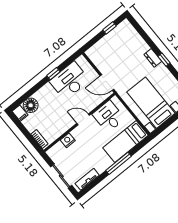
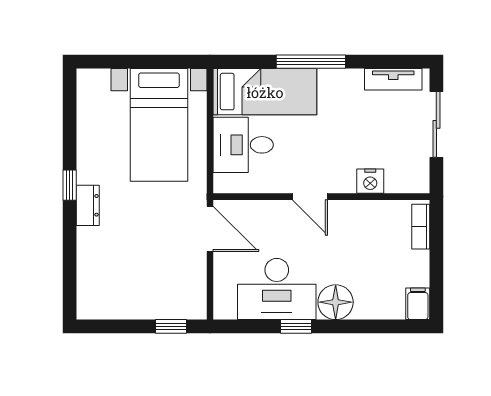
window: (109, 28) -> (171, 326), moved
floor lamp: (31, 105) -> (336, 302), moved
desk: (109, 117) -> (243, 145), moved, turned 90

